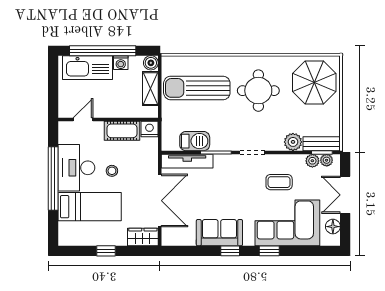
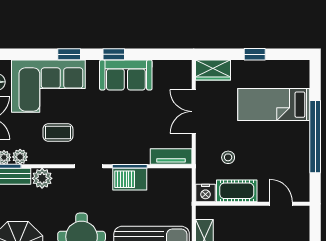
door: (83, 120) -> (281, 204), swing flipped
barbecue: (195, 141) -> (130, 179), moved
tv unit: (187, 161) -> (171, 157), width x0.71
desk: (76, 168) -> (289, 149), removed
stool: (112, 171) -> (228, 157), moved
double door: (160, 201) -> (194, 112), width x0.73

